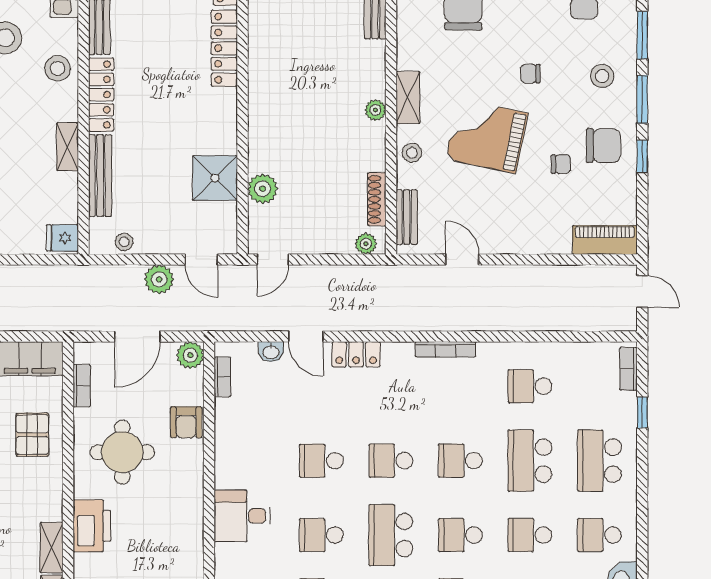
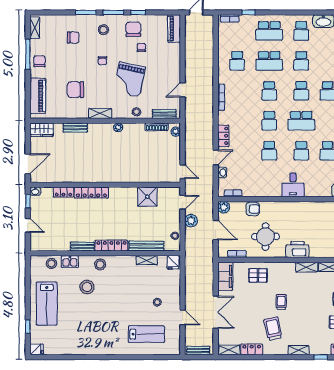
shelving: (408, 98) -> (100, 113), moved
shelving: (68, 147) -> (147, 260), moved
plant: (263, 189) -> (152, 176), removed

